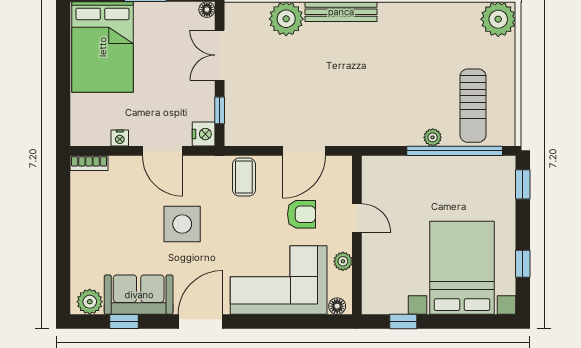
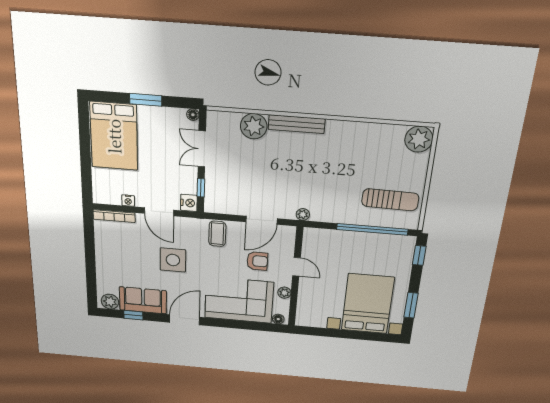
sun lounger: (473, 106) -> (390, 200), turned -89
plant: (433, 137) -> (303, 214), moved
bookcase: (89, 163) -> (114, 216), width x1.56
window: (523, 264) -> (411, 305), width x1.50
window: (403, 322) -> (323, 332), removed

